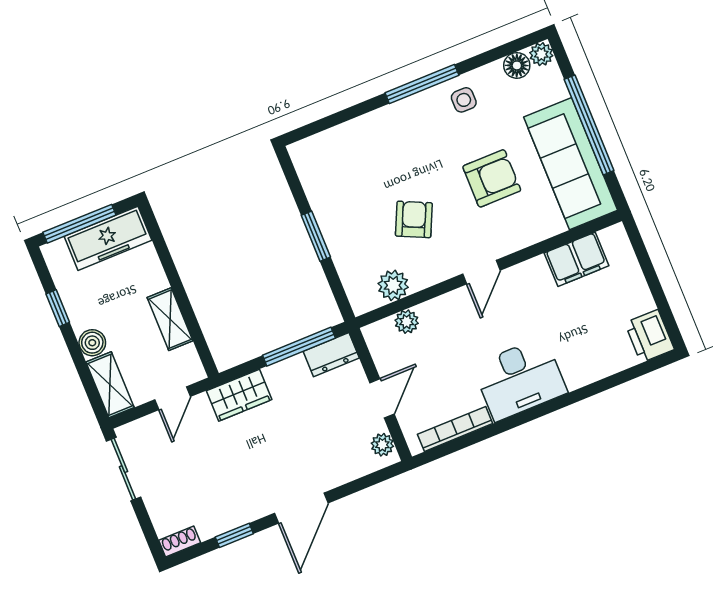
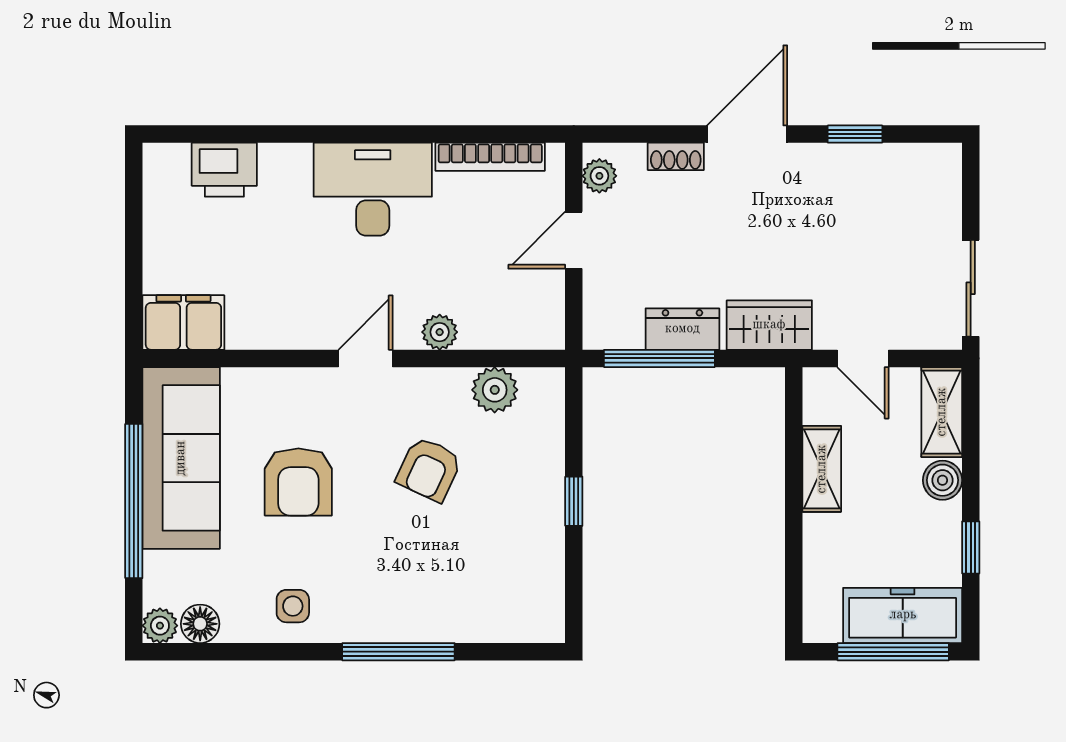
window: (422, 84) -> (398, 652), moved
armchair: (492, 178) -> (298, 482), turned -90
window: (316, 236) -> (574, 501), width x0.67
freezer: (108, 238) -> (903, 615), moved
filing cabinet: (577, 259) -> (183, 322), moved
plant: (407, 322) -> (440, 332), moved
printer: (649, 336) -> (224, 170), moved, turned 90
dresser: (331, 355) -> (682, 329), moved
door: (173, 398) -> (863, 358), swing flipped
shoe rack: (180, 542) -> (676, 156), moved

